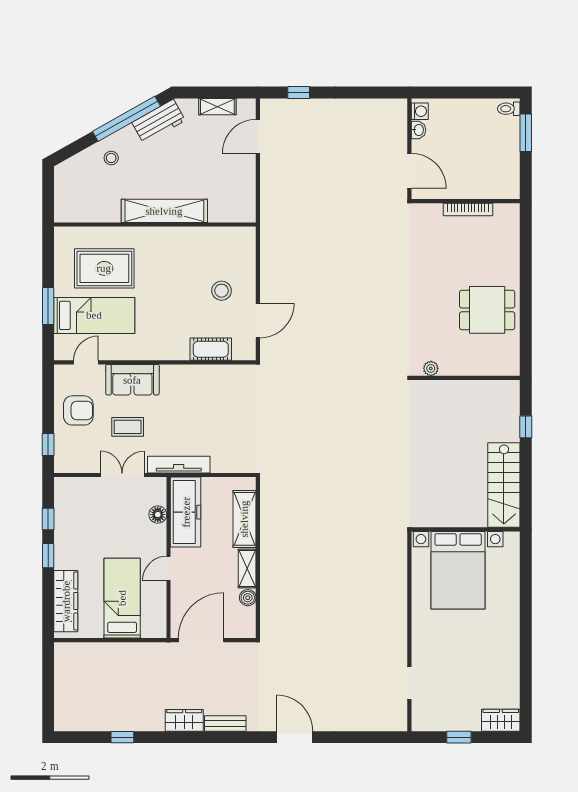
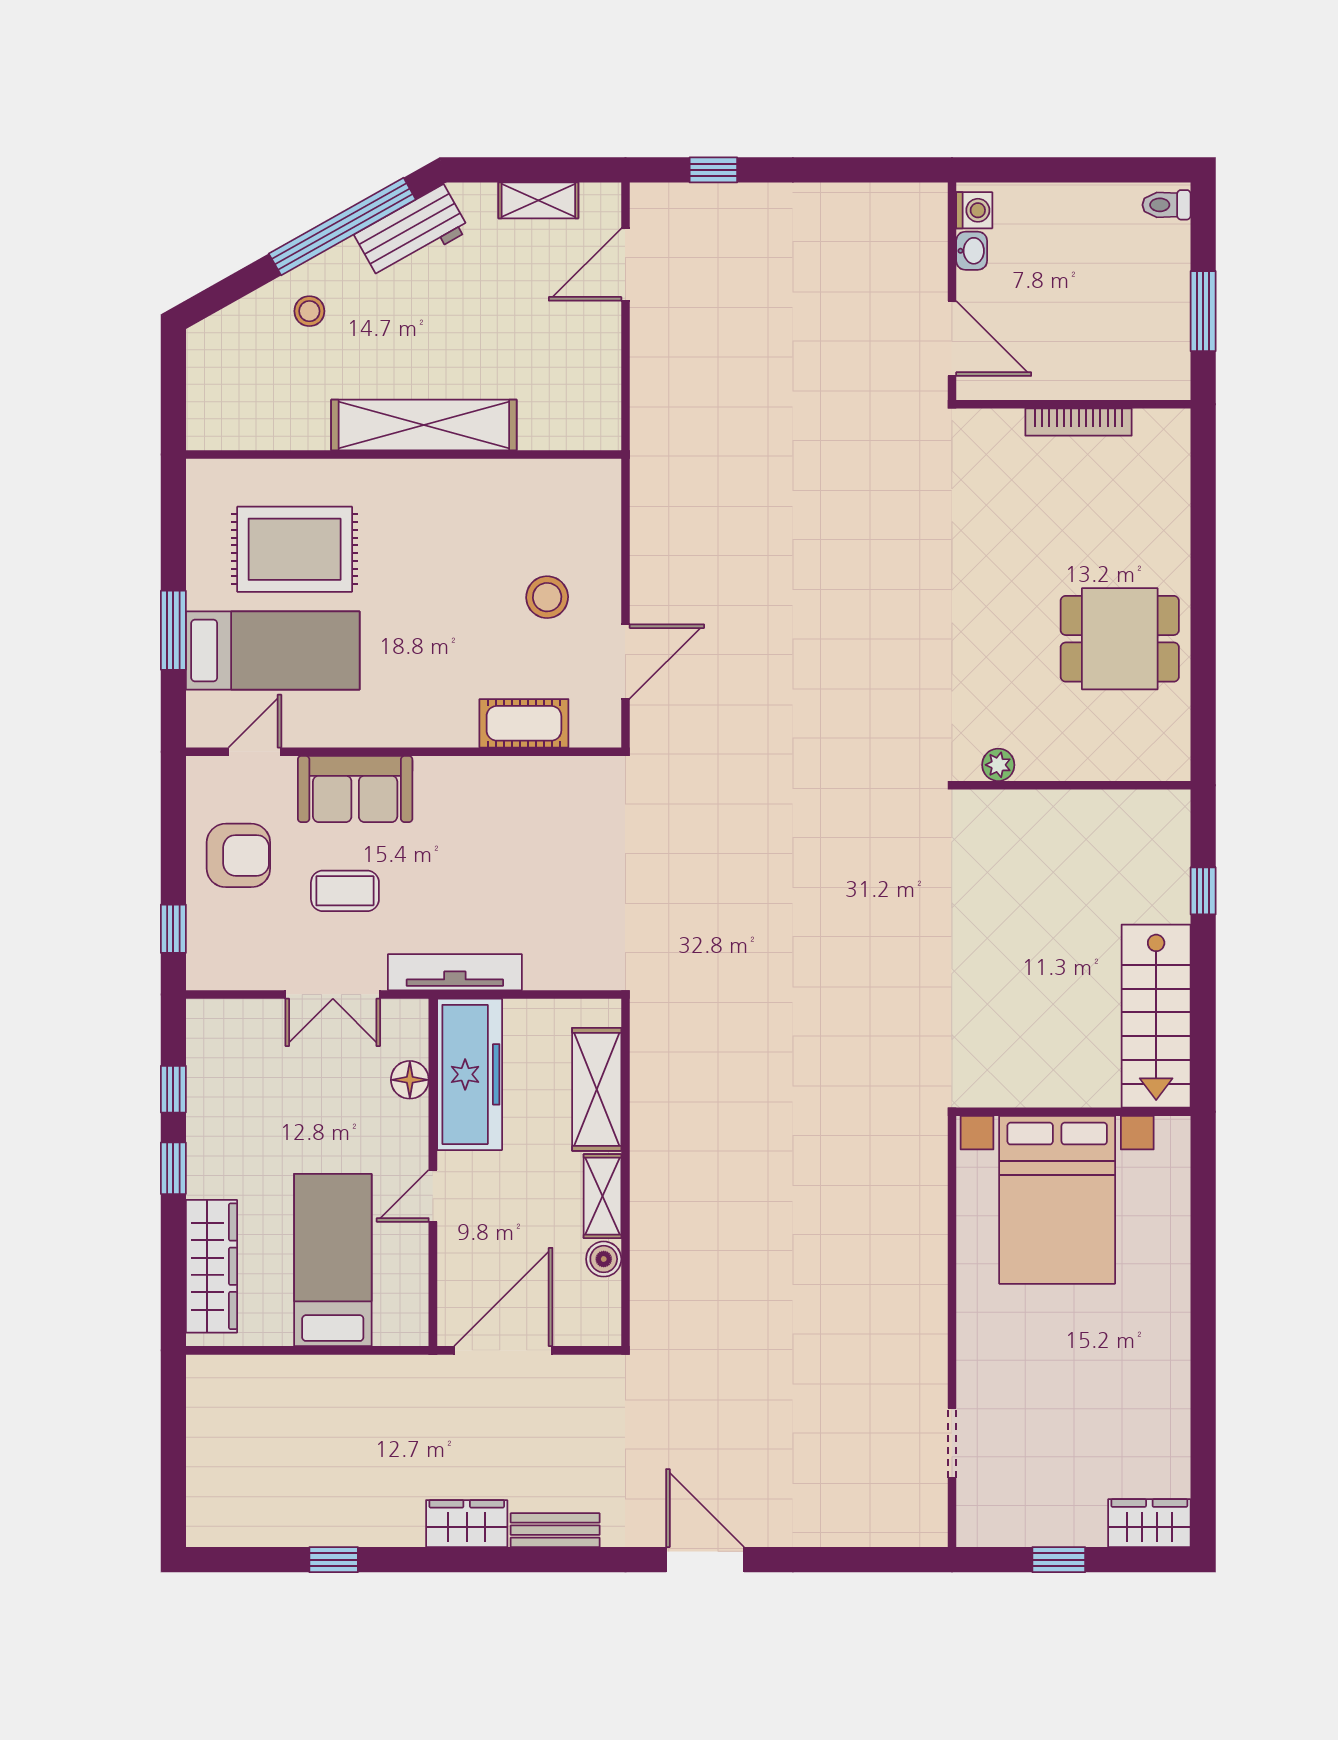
window: (526, 133) -> (1203, 311), moved
double door: (122, 475) -> (333, 995), swing flipped

